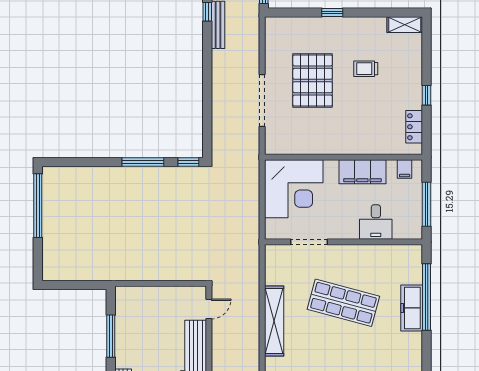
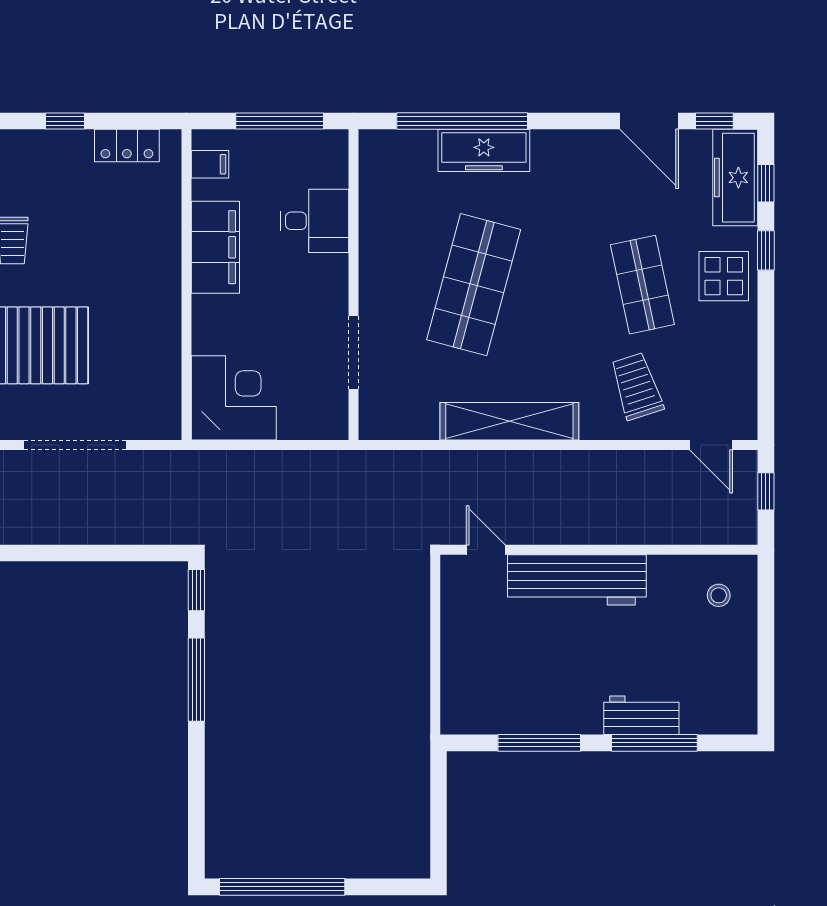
corner desk: (294, 189) -> (234, 398), width x0.74, depth x0.74

